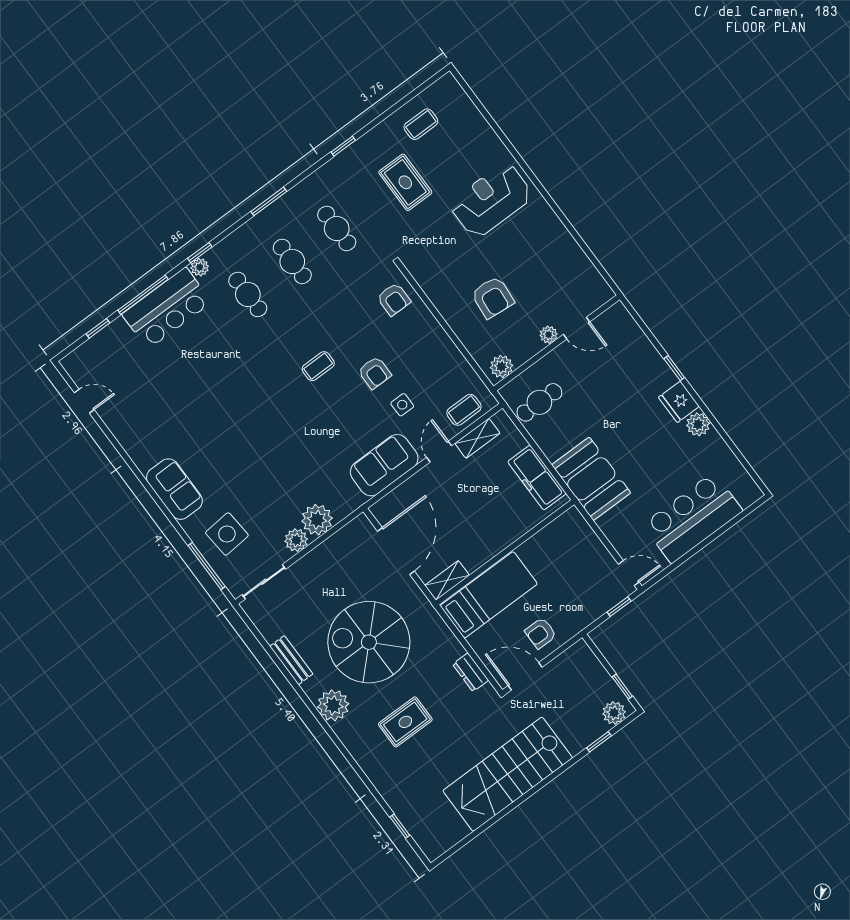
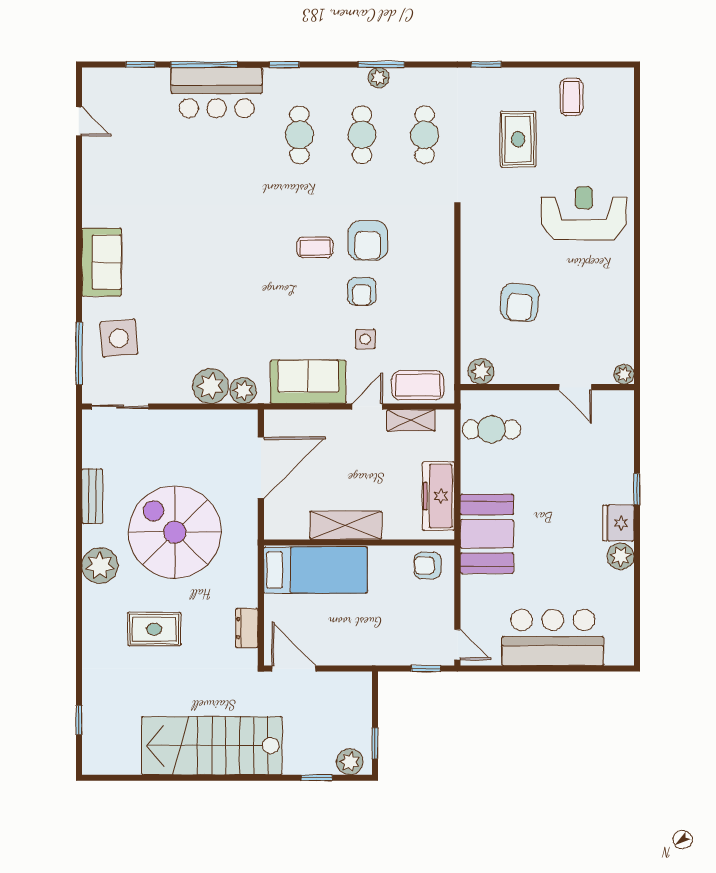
coffee table: (421, 124) -> (571, 97), turned 90
plant: (200, 267) -> (379, 78), moved
armchair: (394, 299) -> (368, 241), moved, width x1.38, depth x1.38
plant: (549, 335) -> (624, 374), moved
coffee table: (464, 410) -> (418, 385), width x1.36, depth x1.30
plant: (296, 540) -> (243, 391), moved
shelving: (447, 580) -> (346, 525), moved, width x1.50, depth x1.33
armchair: (541, 633) -> (428, 565), moved

